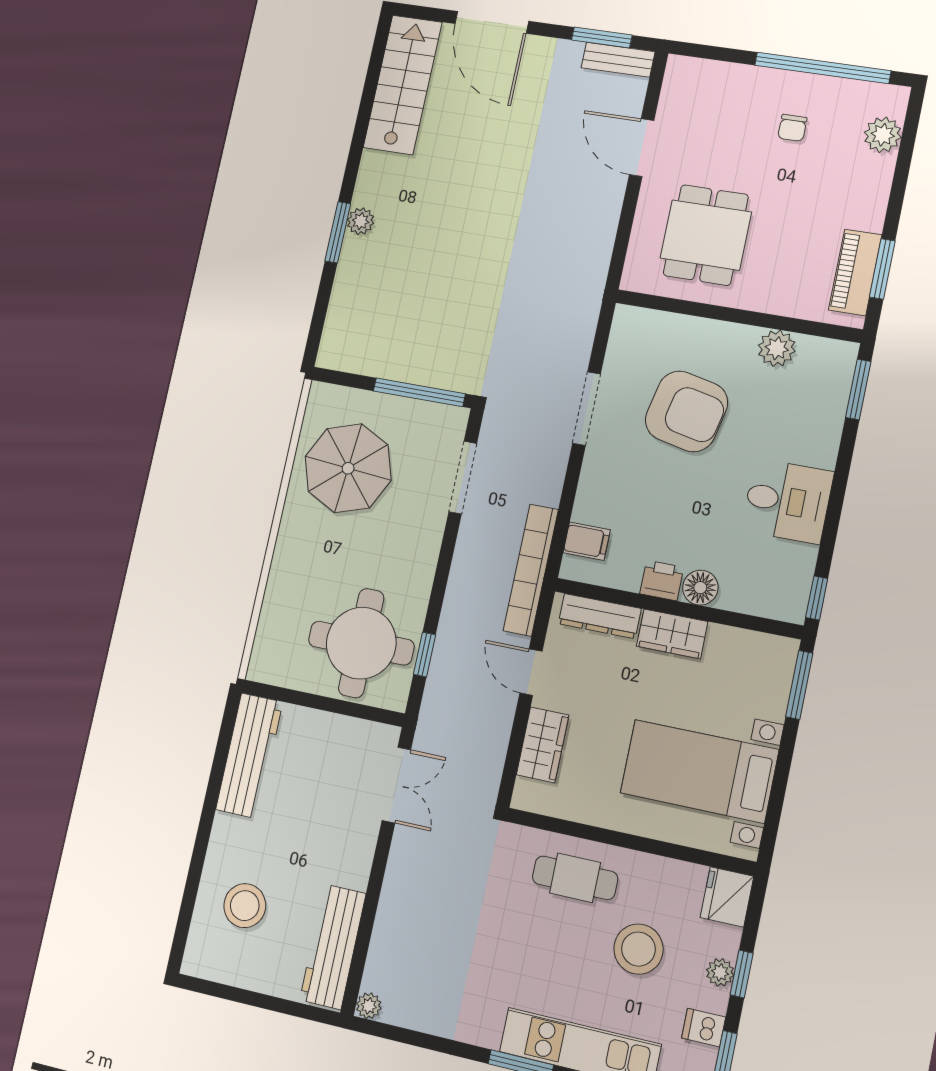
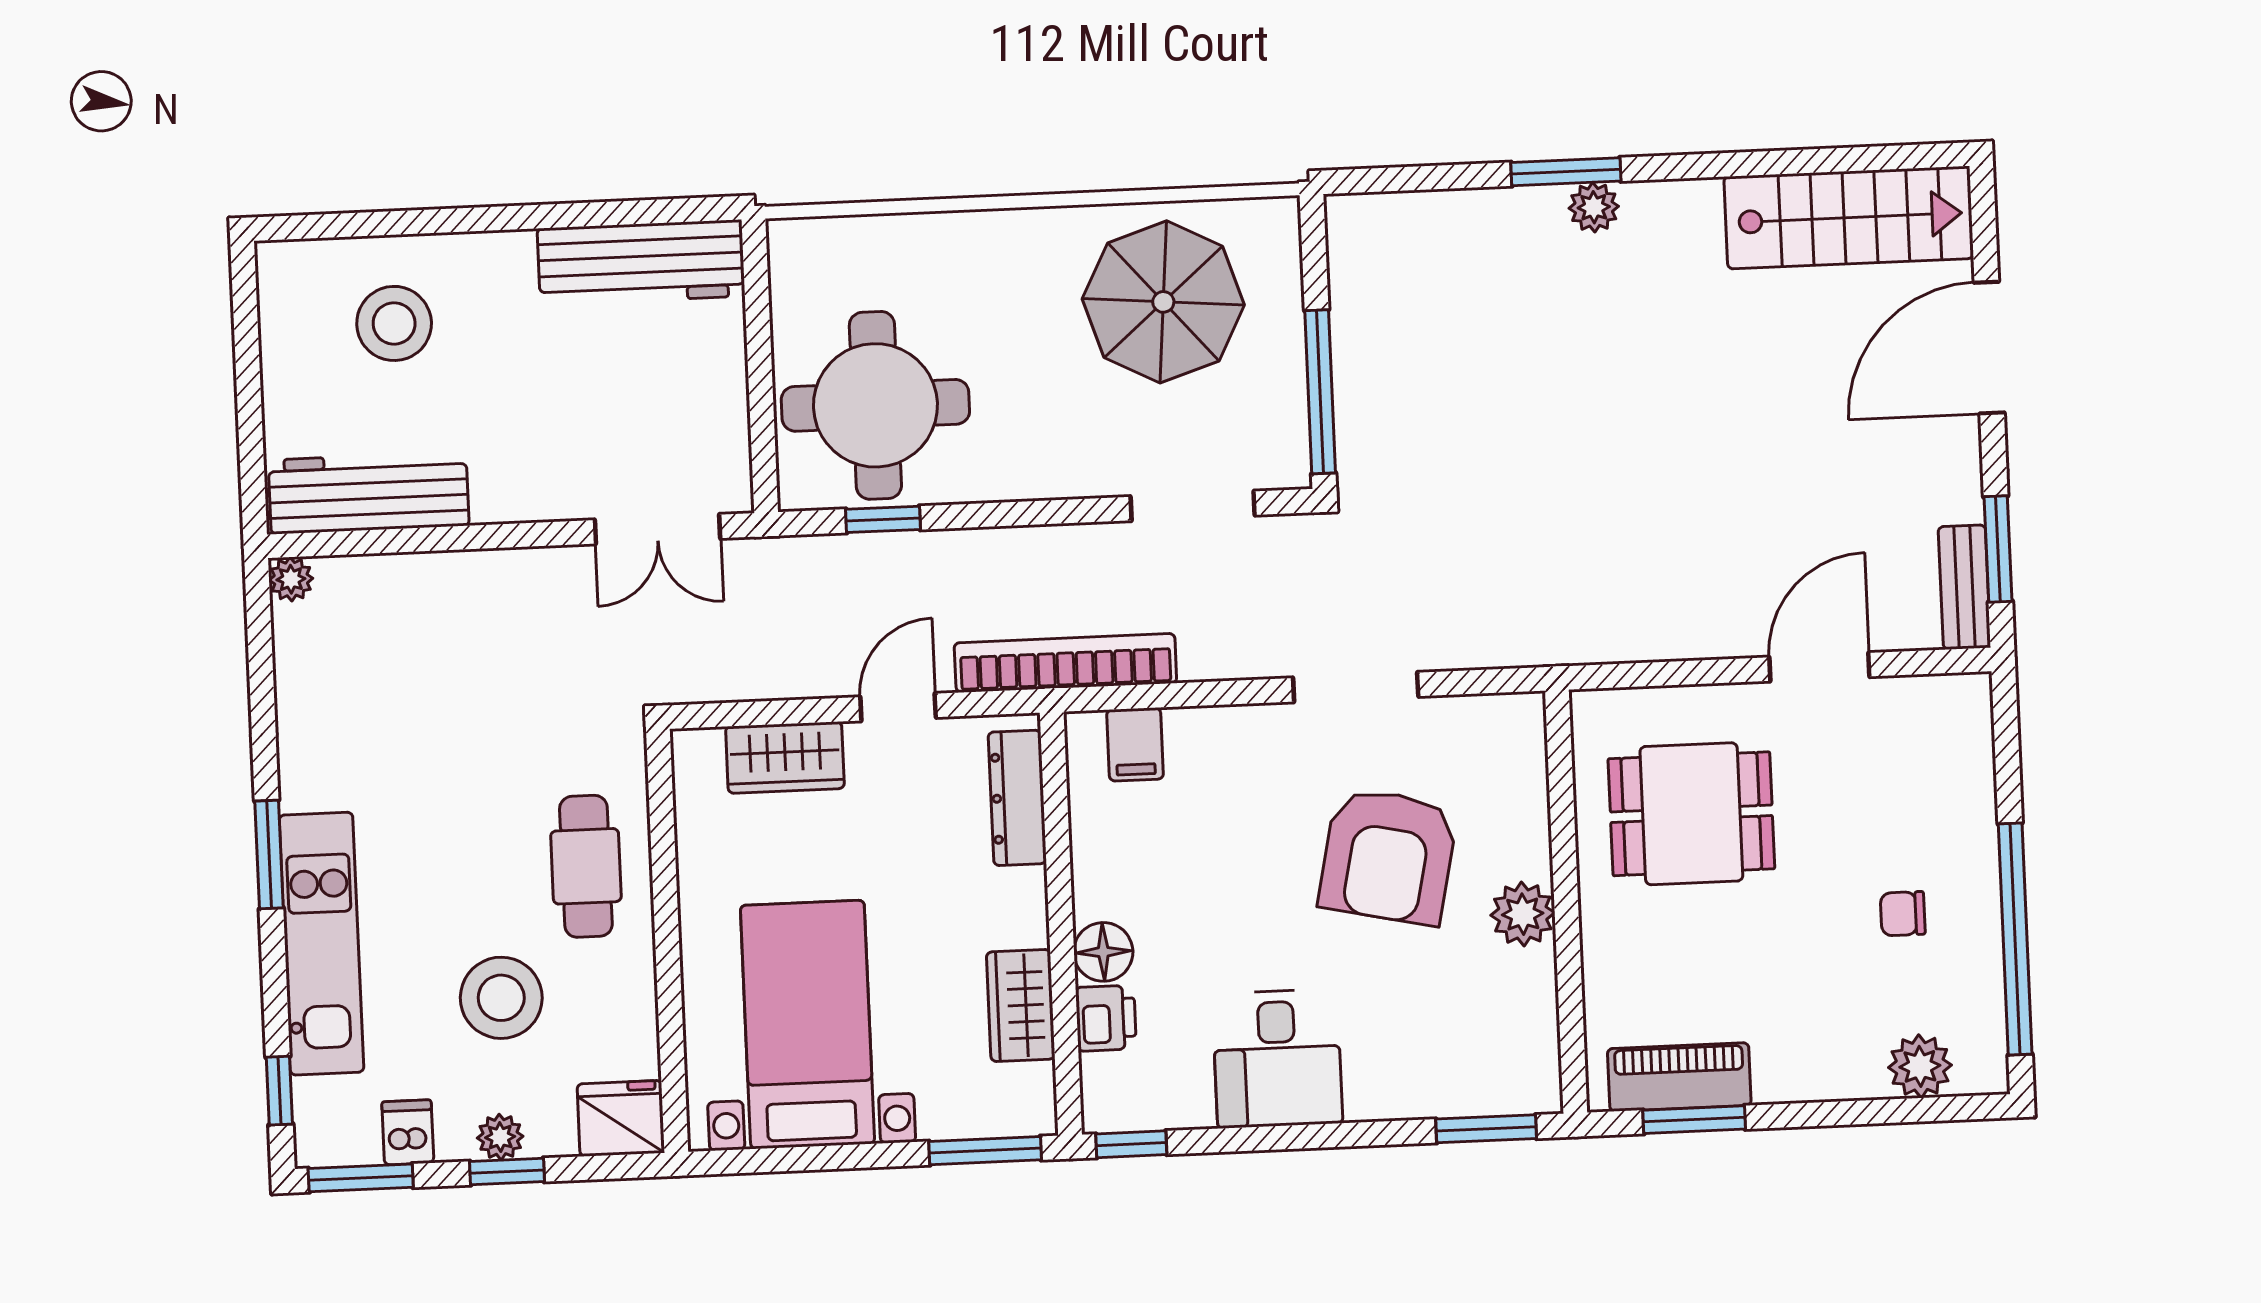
plant: (777, 348) -> (1523, 914), moved
printer: (662, 580) -> (1106, 1018), moved
wardrobe: (672, 634) -> (1021, 1005), moved

